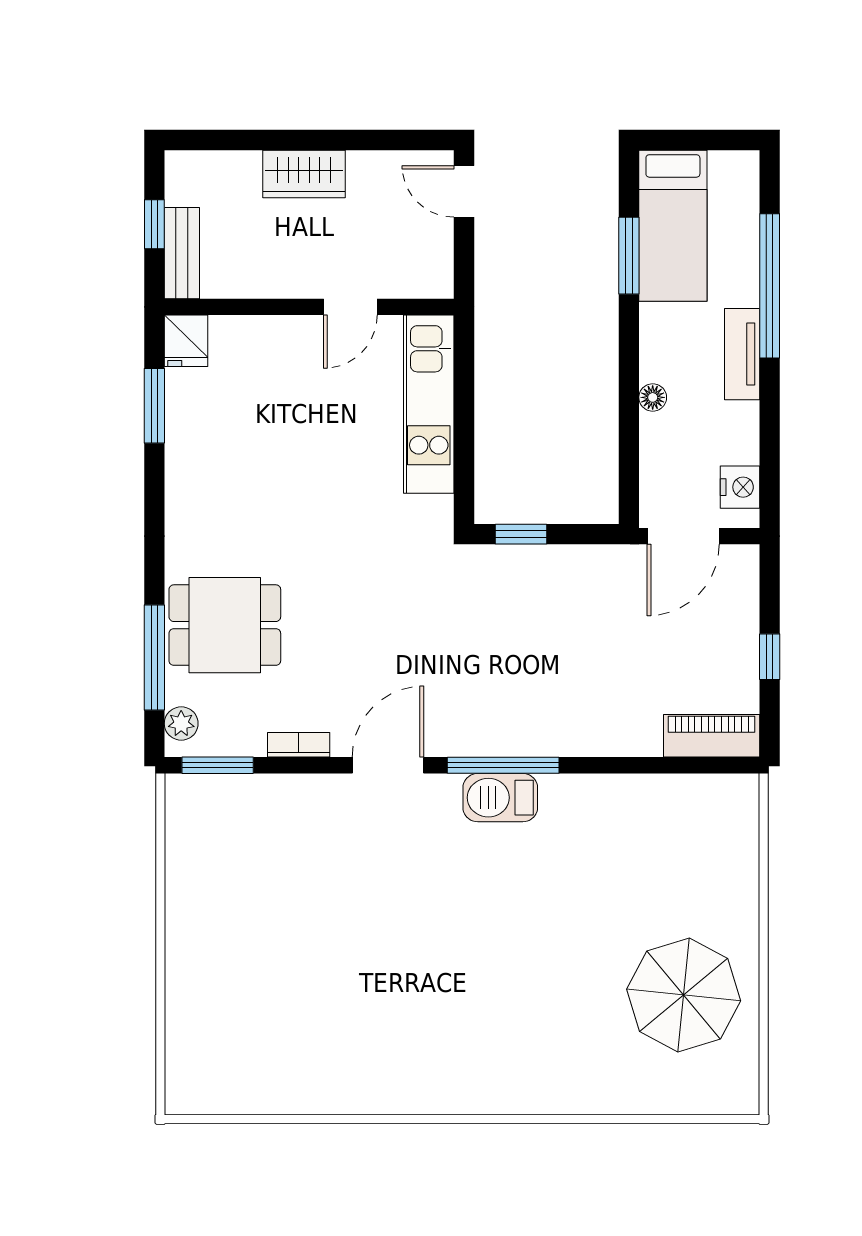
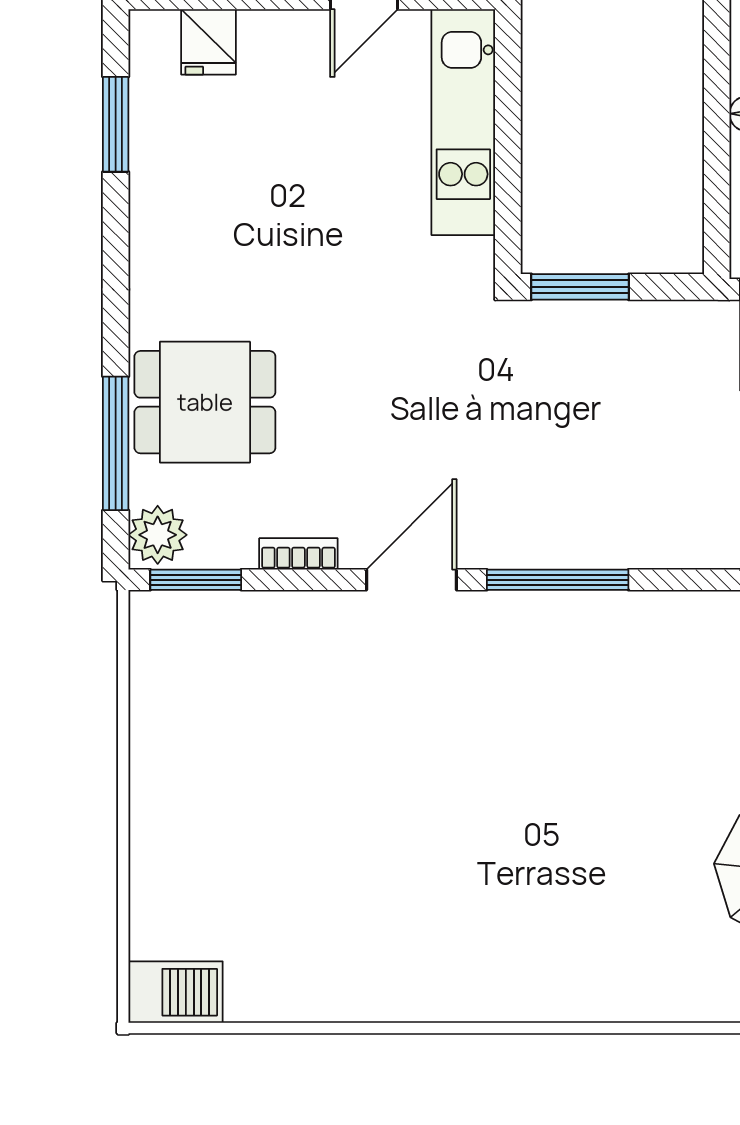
fridge: (186, 341) -> (209, 42), moved
window: (521, 534) -> (580, 287), width x1.50
plant: (181, 724) -> (158, 535), width x1.38, depth x1.38
barbecue: (500, 798) -> (176, 992), moved, turned 180

